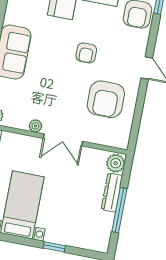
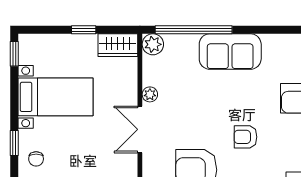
chair: (71, 231) -> (36, 159), added

